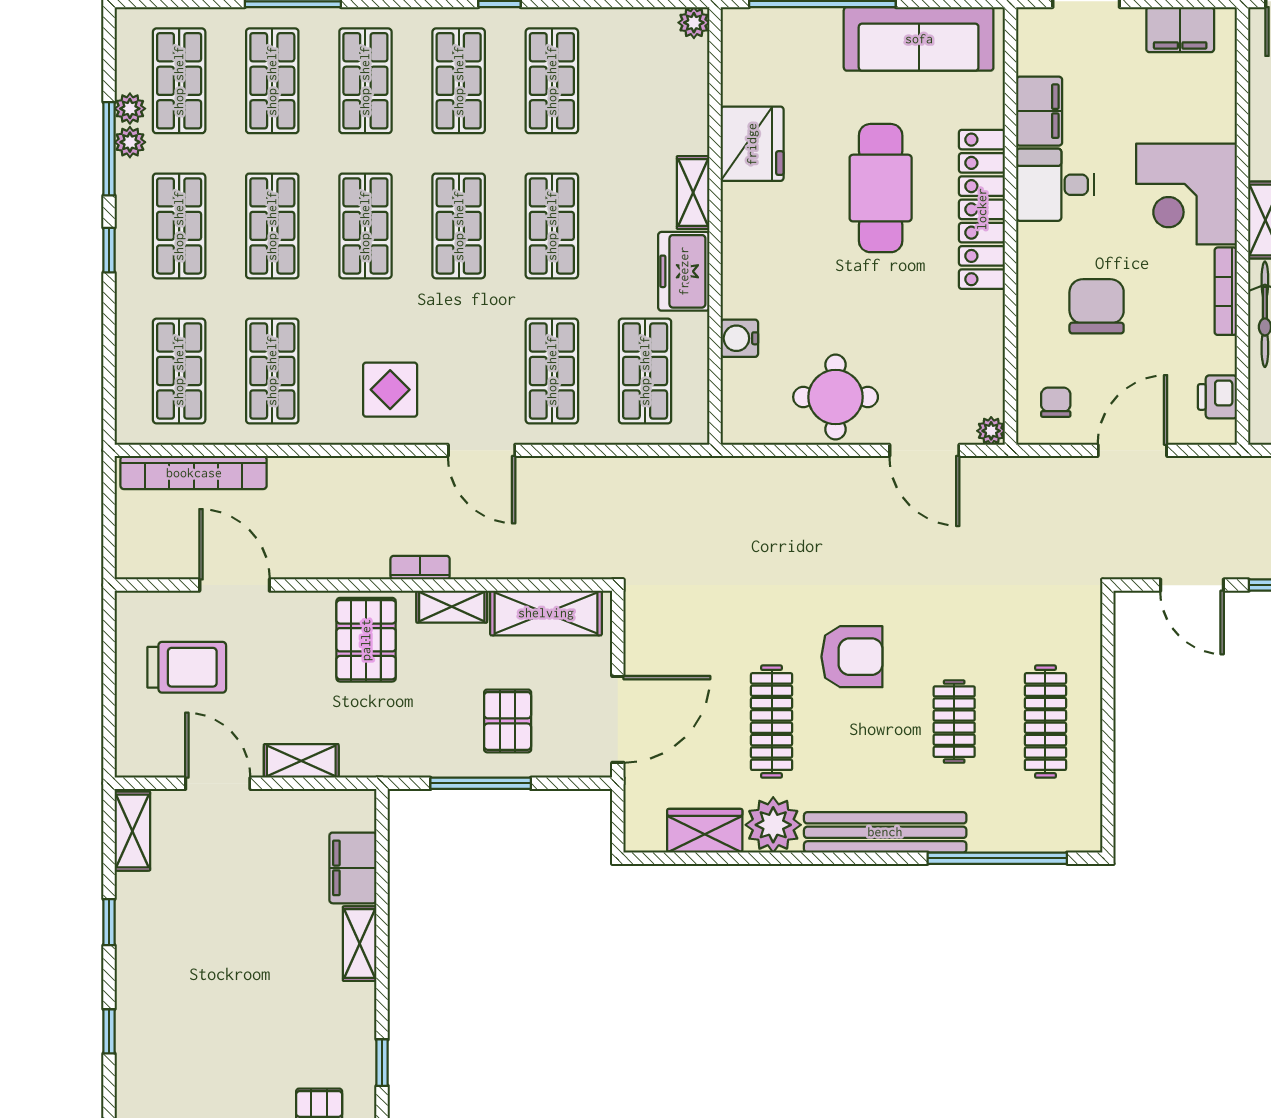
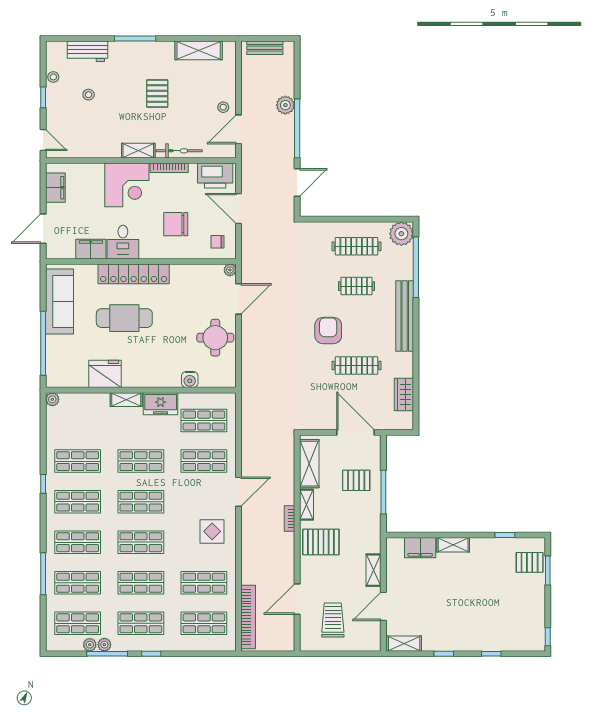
printer: (1217, 397) -> (215, 176), width x1.87, depth x1.48
plant: (773, 825) -> (401, 234), moved

